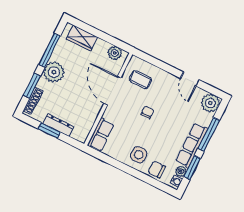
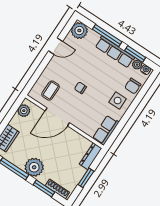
dresser: (58, 125) -> (91, 156), moved
row of seats: (101, 135) -> (106, 130), moved, turned -90

